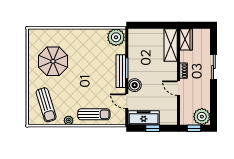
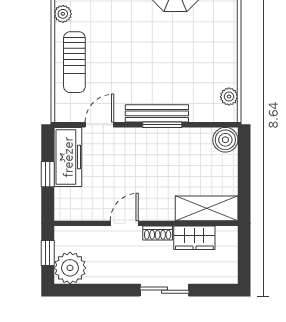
plant: (116, 37) -> (229, 97), width x0.53, depth x0.53
wardrobe: (186, 39) -> (194, 238), moved
boiler: (135, 85) -> (225, 140), moved

